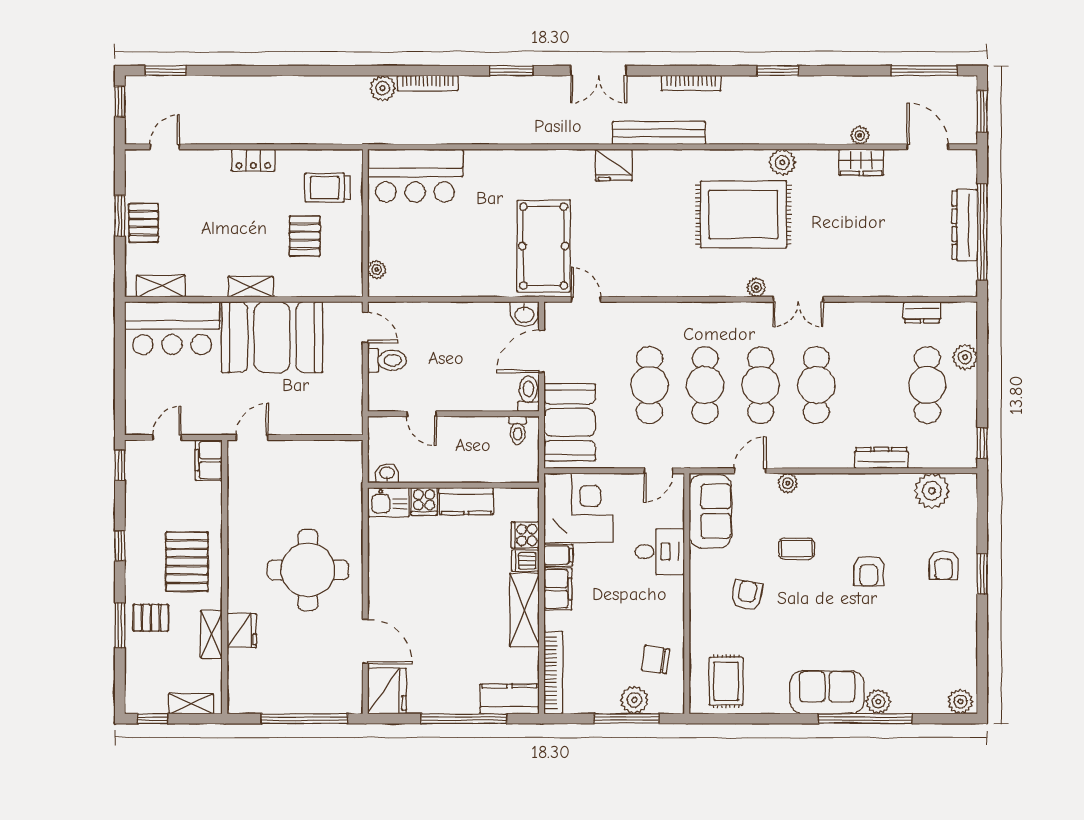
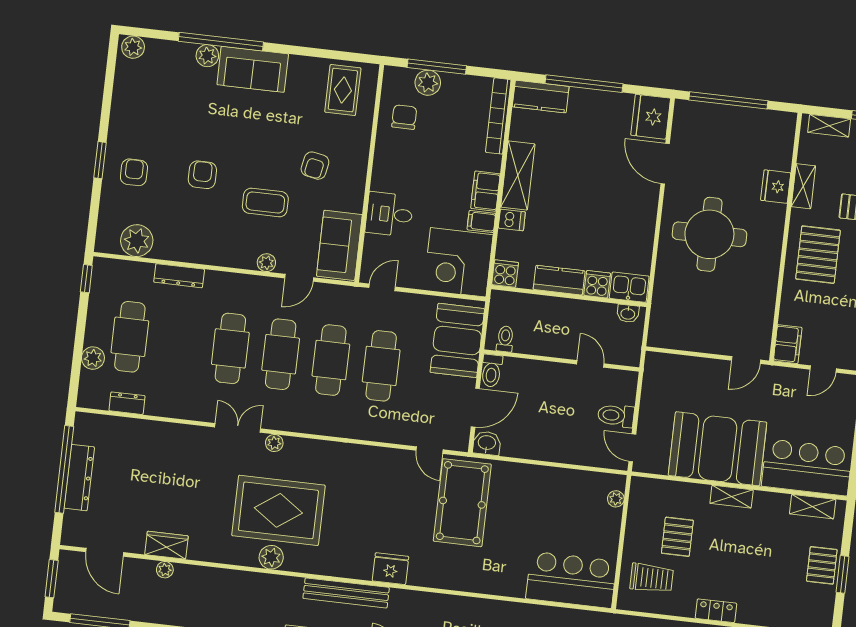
plant: (782, 162) -> (271, 557), moved
cooker: (525, 535) -> (505, 274), moved, turned -90
coffee table: (796, 549) -> (265, 202), width x1.36, depth x1.30
chair: (656, 659) -> (404, 117), turned -99

